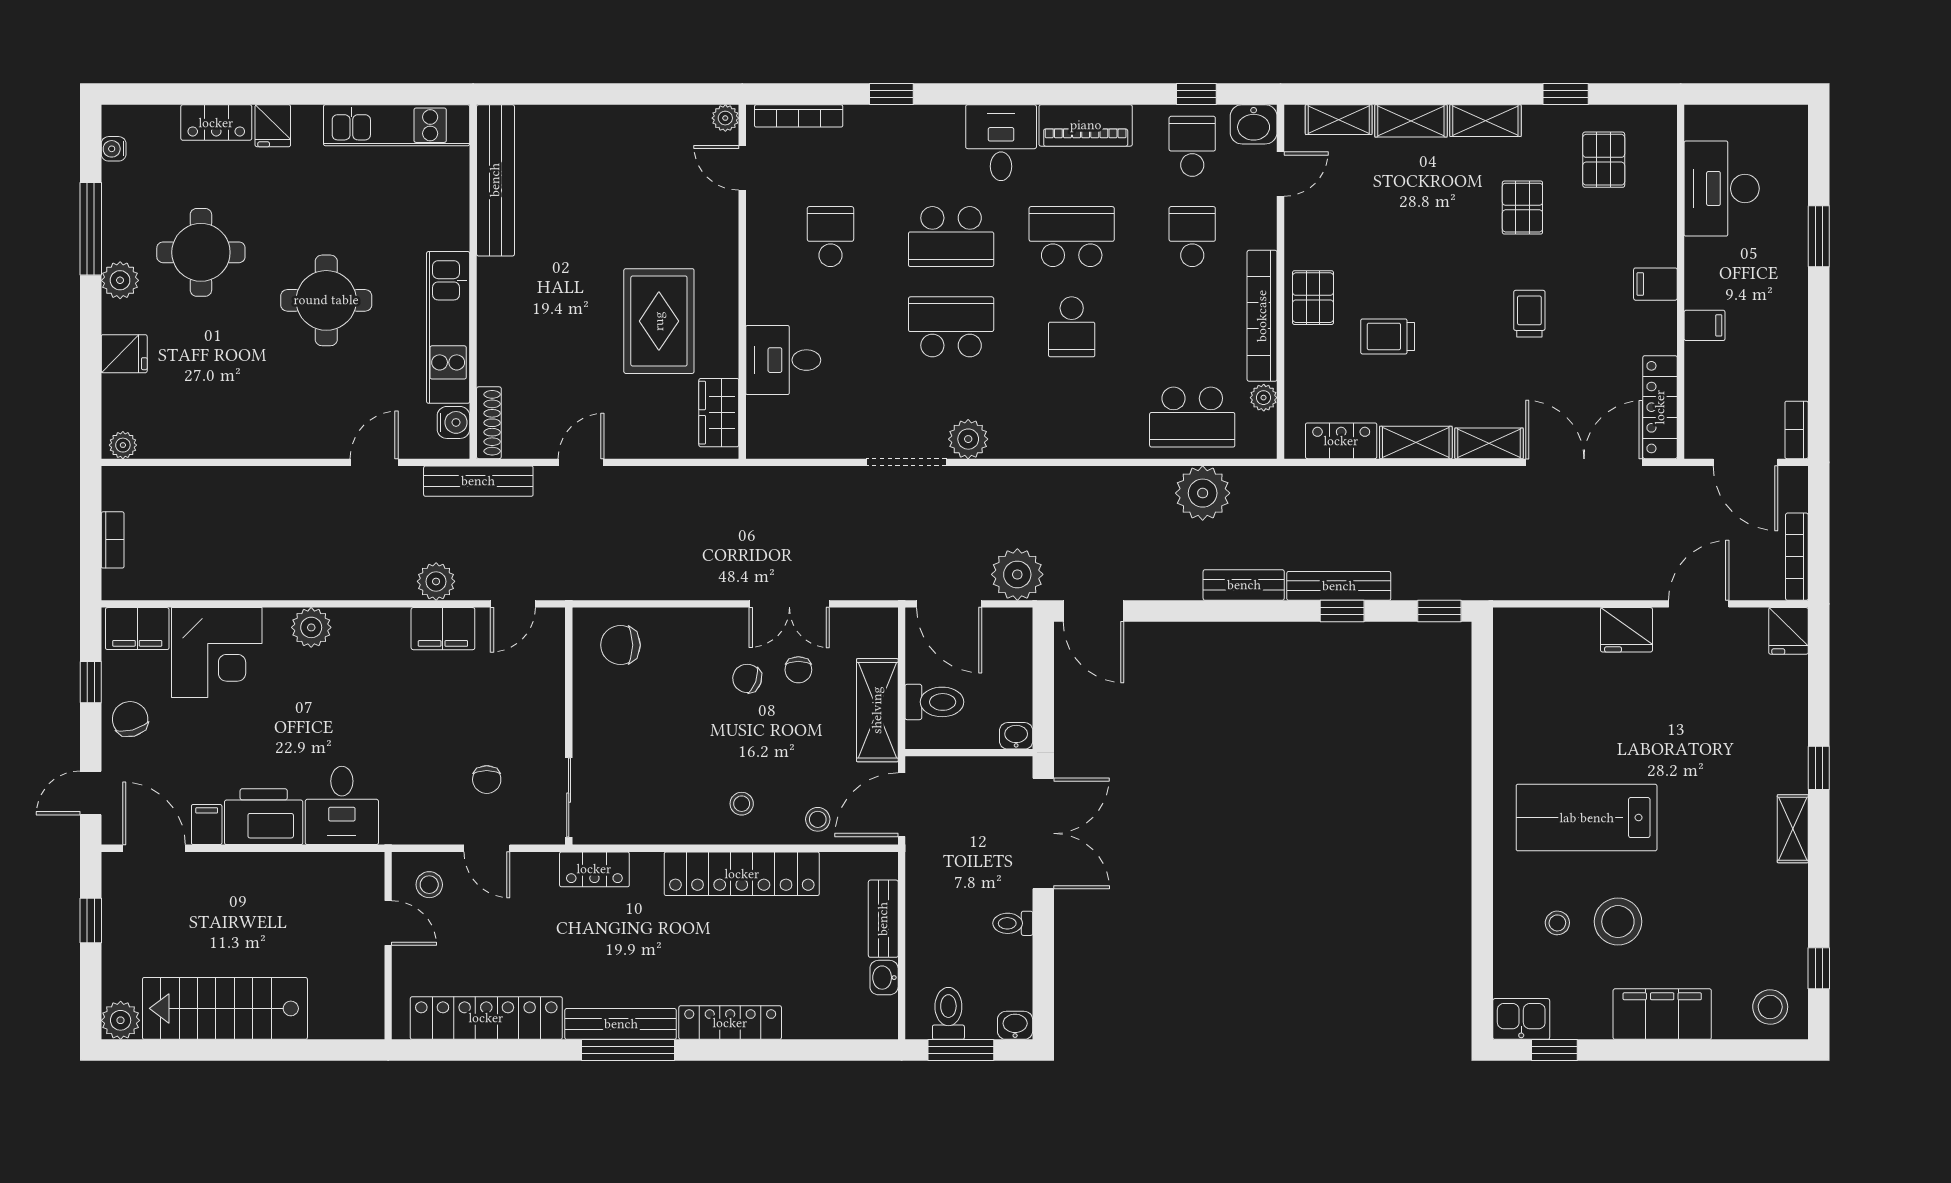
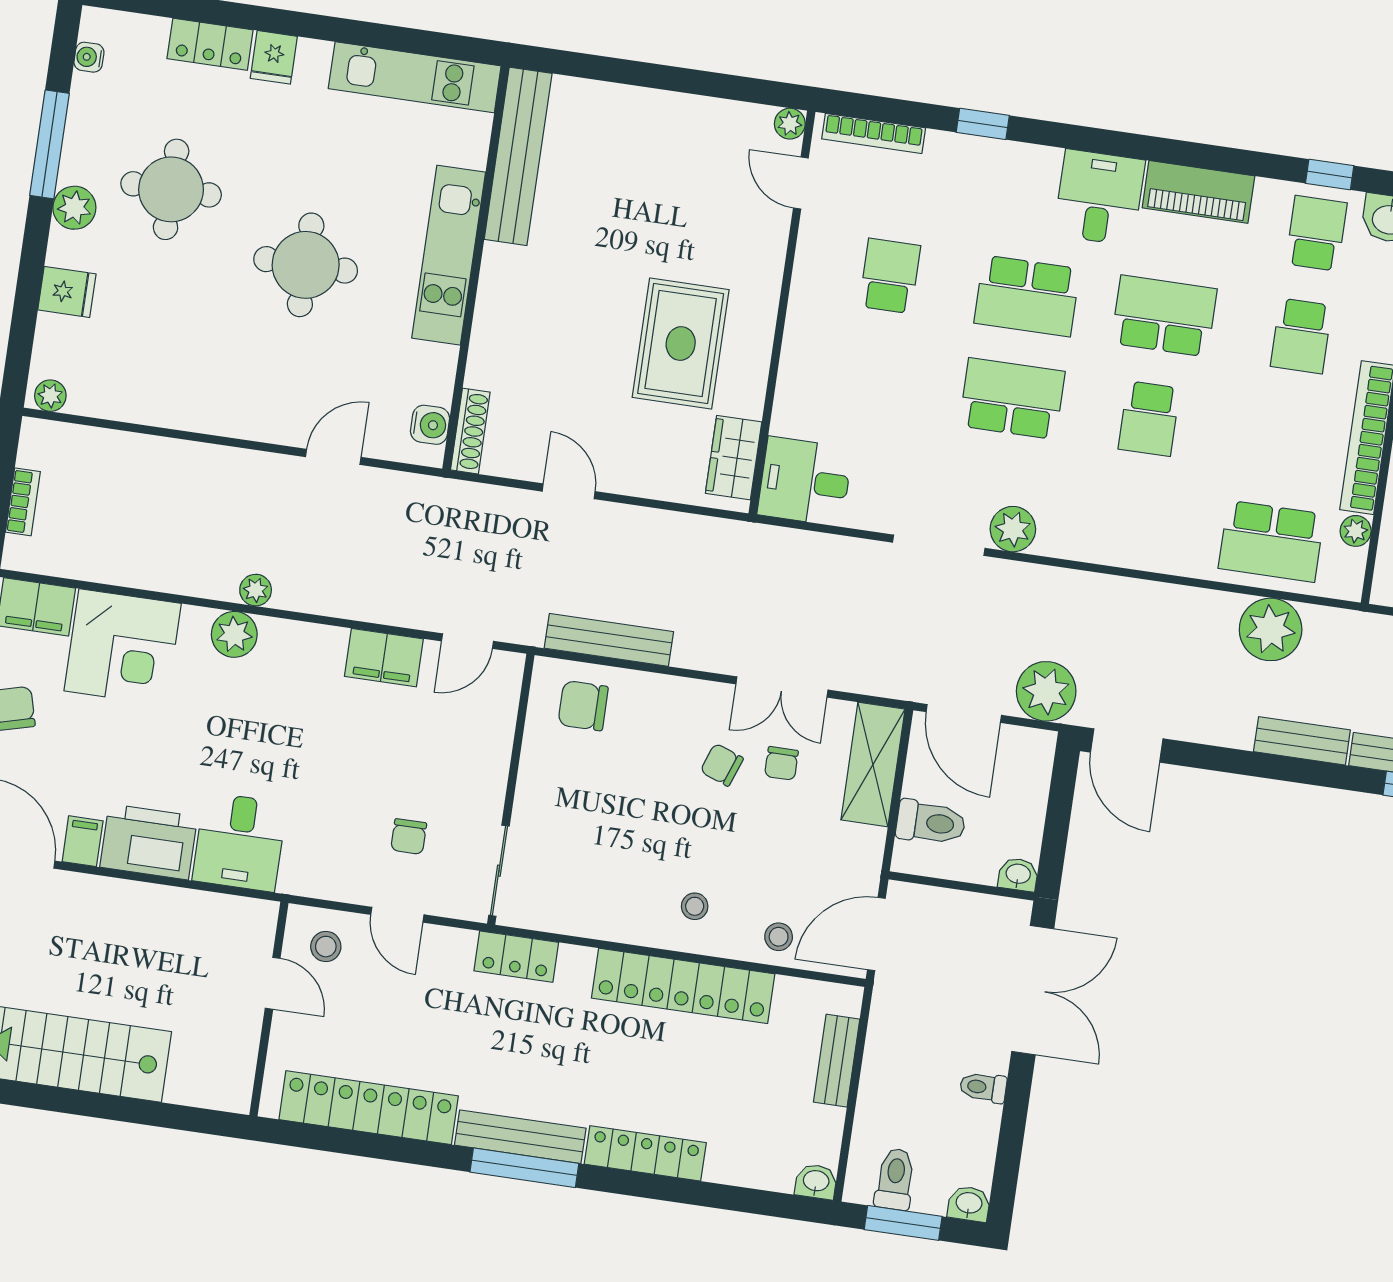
school desk: (1192, 237) -> (1301, 336), turned 180
kitchen unit: (448, 327) -> (449, 255), moved
desk: (783, 360) -> (805, 481), moved
door: (581, 462) -> (569, 491), hinge flipped
bench: (478, 481) -> (609, 640), moved
plant: (436, 581) -> (256, 590), moved, width x0.73, depth x0.73
shelving: (877, 710) -> (873, 764), moved
washbasin: (884, 978) -> (816, 1182), moved, turned 90

